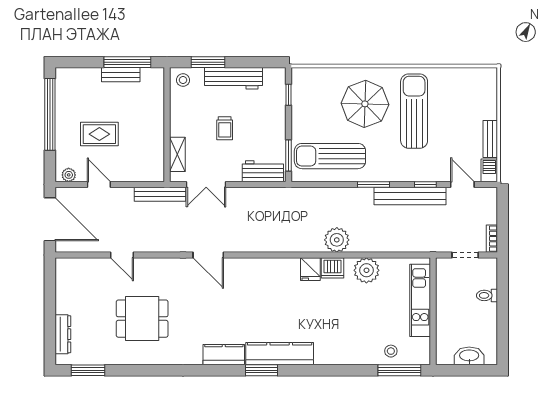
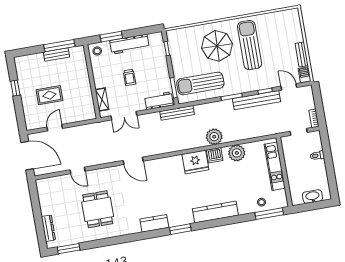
window: (50, 114) -> (15, 88), width x0.32
plant: (69, 175) -> (34, 125), removed
door: (99, 184) -> (55, 128), hinge flipped
bench: (160, 194) -> (177, 113), moved
fridge: (310, 269) -> (195, 162), width x1.88, depth x1.34
dining table: (142, 319) -> (98, 209), turned 90
kitchen counter: (280, 354) -> (215, 212), moved

